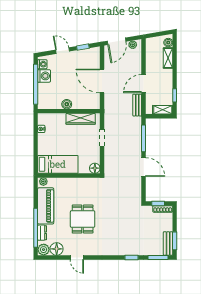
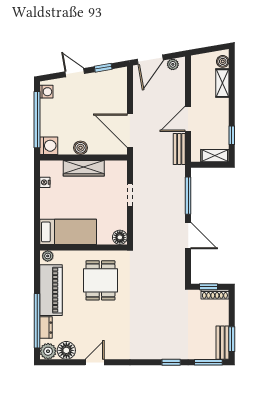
washing machine: (44, 76) -> (49, 146), moved
door: (102, 81) -> (130, 131), moved
wardrobe: (81, 119) -> (84, 168), moved
dining table: (83, 219) -> (100, 280), moved
door: (77, 257) -> (95, 362), swing flipped

